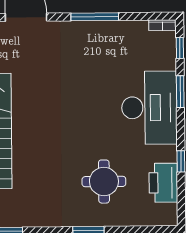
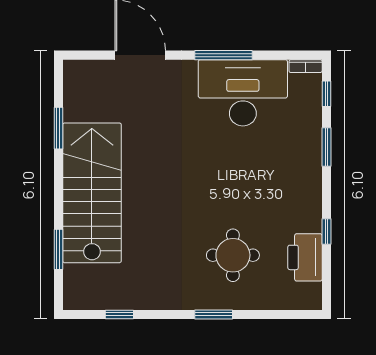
desk: (149, 108) -> (243, 93), moved, turned -90

